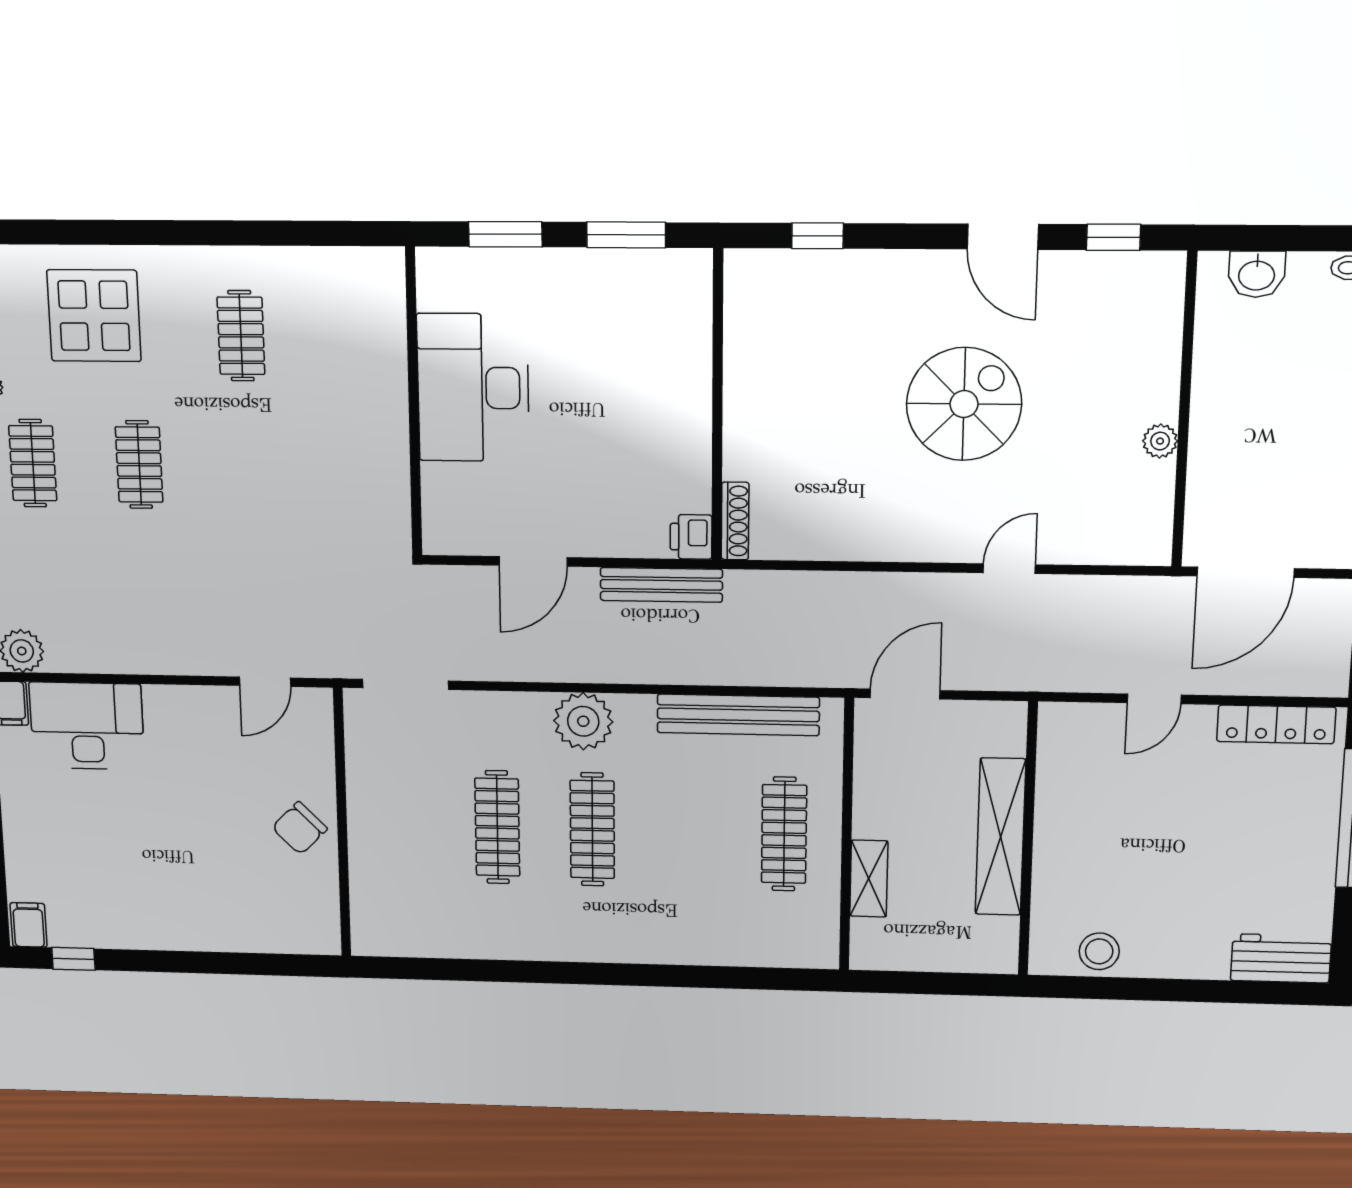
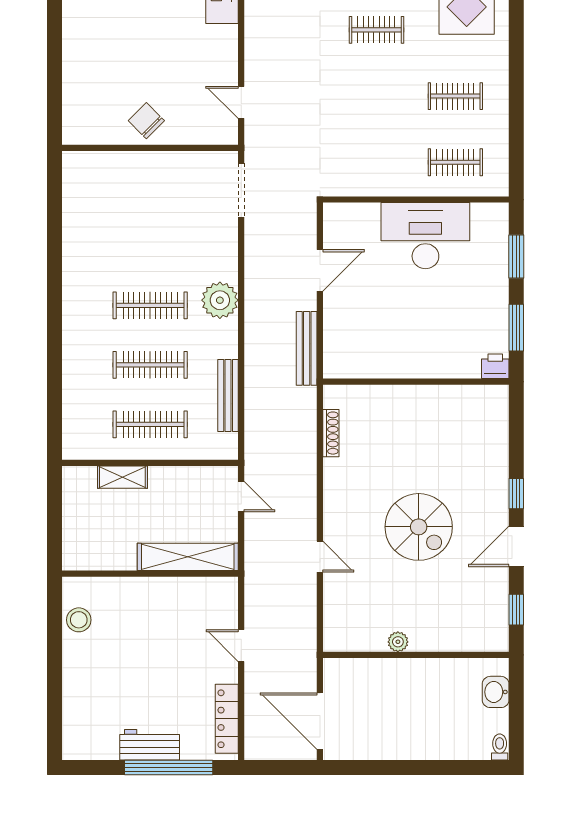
window: (818, 236) -> (516, 494), moved
clothes rail: (350, 337) -> (455, 162), added
shoe rack: (735, 521) -> (331, 433), moved, turned -90
printer: (691, 537) -> (495, 366), moved
door: (533, 561) -> (320, 270), swing flipped
door: (1246, 572) -> (320, 721), moved
door: (905, 694) -> (241, 497), width x0.73
bench: (738, 715) -> (228, 395), width x0.73, depth x0.82
clothes rail: (497, 827) -> (150, 365), moved
shelving: (1001, 837) -> (188, 557), moved
workbench: (1281, 958) -> (150, 745), moved, turned -90

